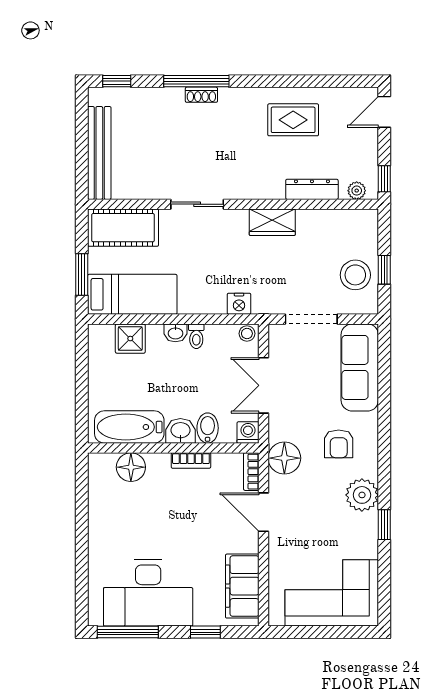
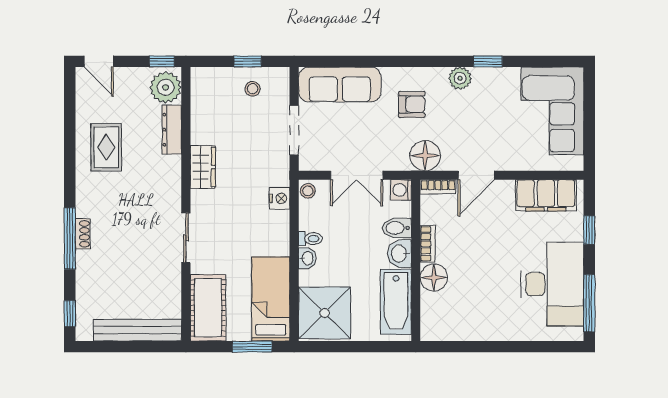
plant: (357, 191) -> (166, 87), width x1.88, depth x1.88
stool: (355, 275) -> (253, 89), width x0.53, depth x0.53
shower: (130, 339) -> (325, 313), width x1.86, depth x1.86
floor lamp: (131, 467) -> (434, 278), moved
plant: (362, 495) -> (460, 78), width x0.73, depth x0.73

